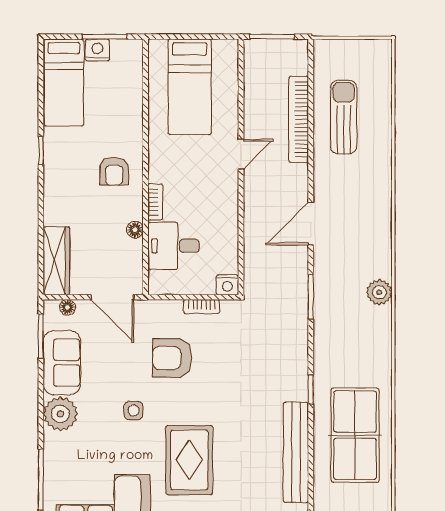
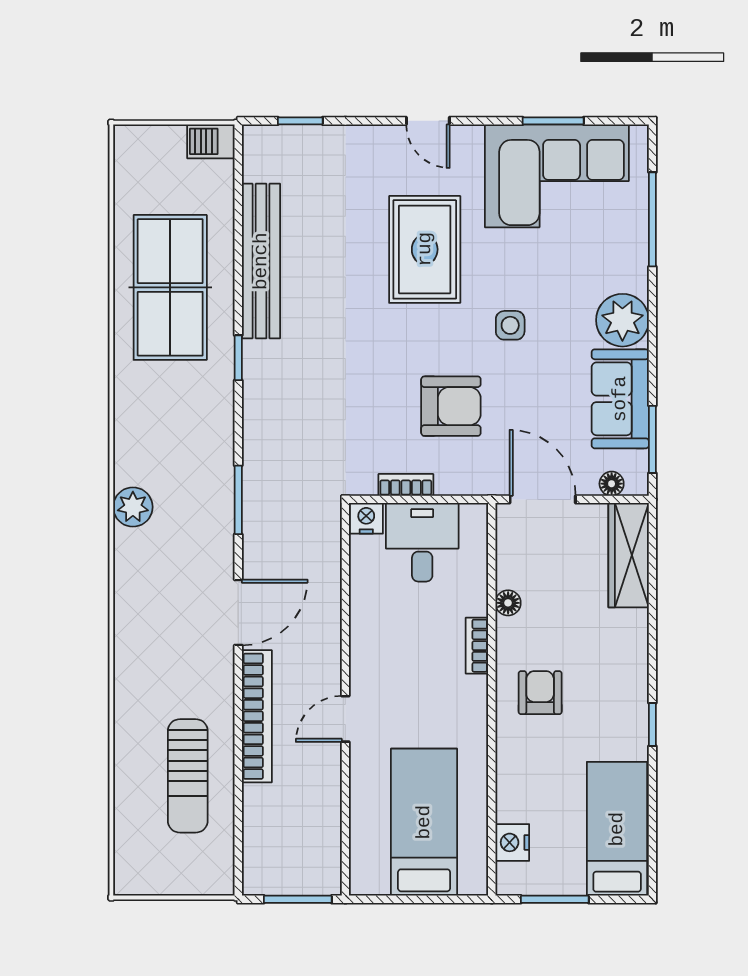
nightstand: (97, 50) -> (512, 842), moved, turned 90
bookcase: (299, 119) -> (257, 716), moved
desk: (173, 246) -> (422, 542), moved, turned -90

